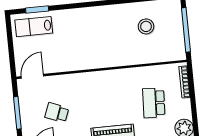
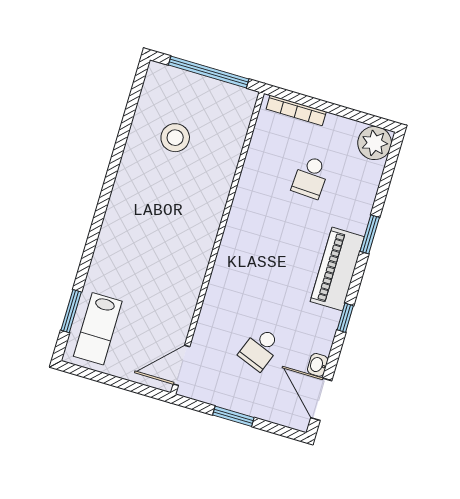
door: (32, 76) -> (182, 365), hinge flipped
school desk: (154, 103) -> (311, 177), width x0.54
window: (17, 113) -> (233, 416), width x0.69

